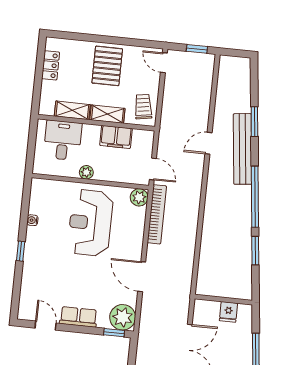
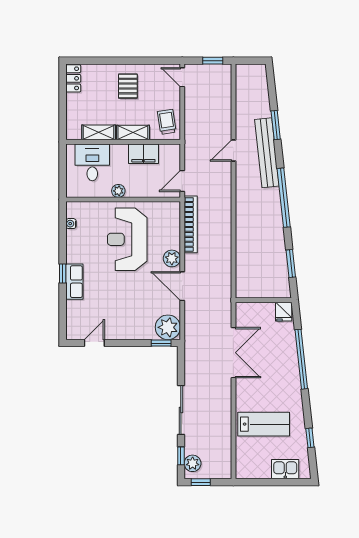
locker: (51, 65) -> (73, 78), moved
pallet: (107, 66) -> (128, 86), width x0.67, depth x0.71
door: (153, 169) -> (182, 181), swing flipped
plant: (139, 197) -> (172, 258), moved
water cooler: (32, 220) -> (71, 224), moved
window: (255, 251) -> (291, 263), moved
fridge: (228, 312) -> (284, 312), moved
row of seats: (78, 317) -> (74, 282), moved, turned 90
door: (46, 326) -> (94, 343), hinge flipped

